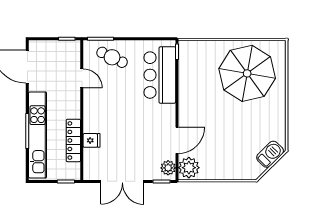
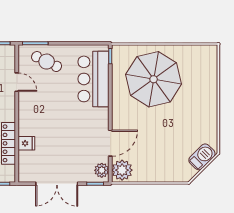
parasol: (247, 73) -> (154, 79), moved

